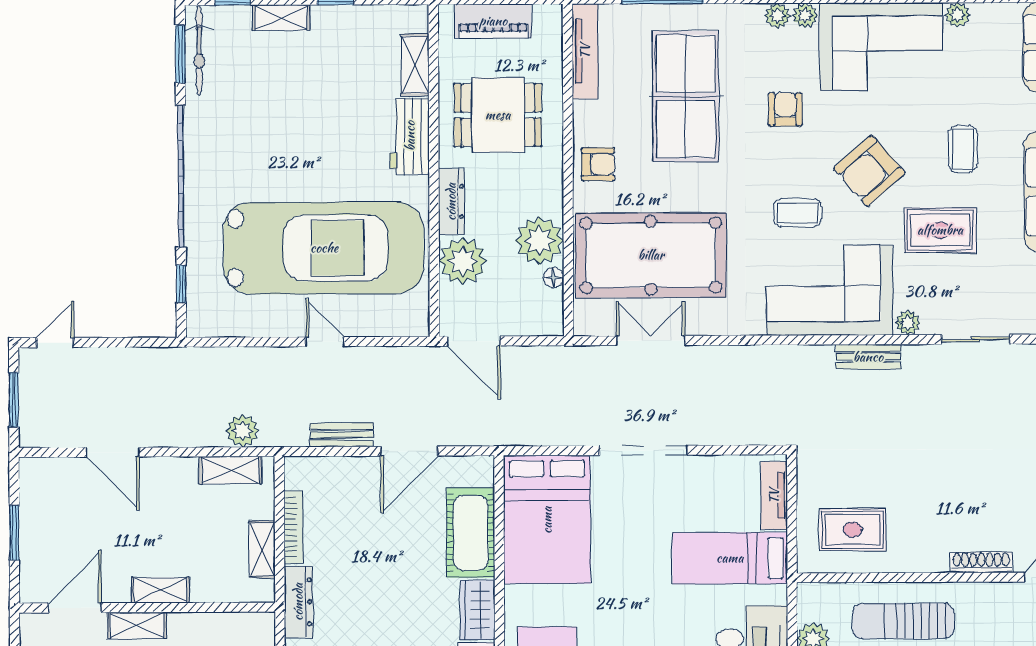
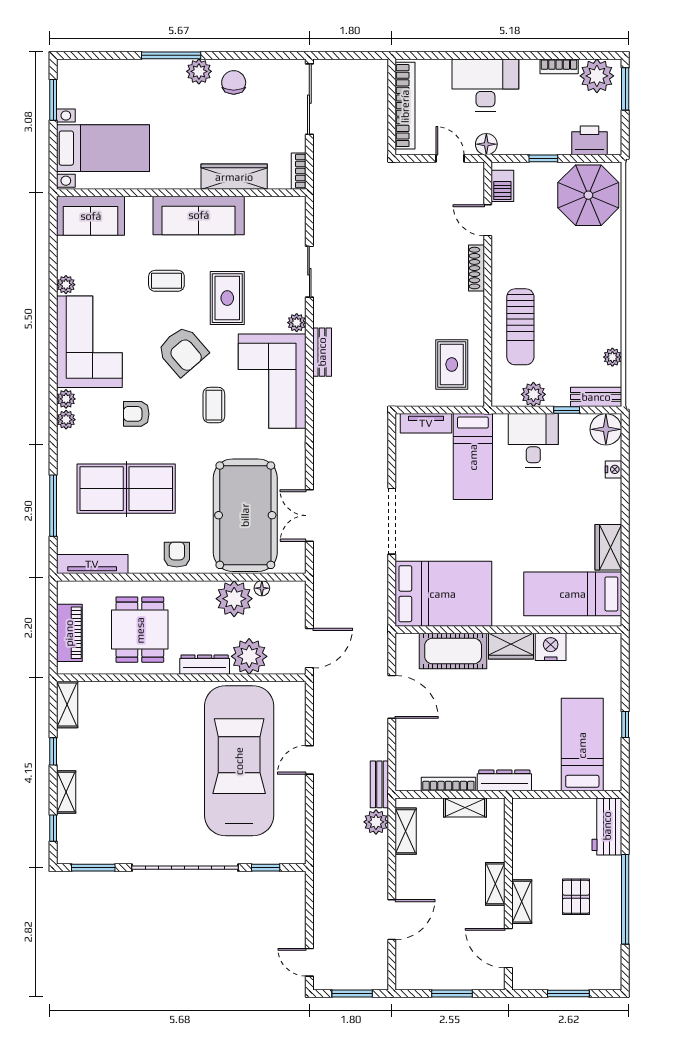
bicycle: (199, 50) -> (90, 853), removed
shelving: (415, 65) -> (67, 705), moved, turned 90
workbench: (410, 136) -> (156, 696), removed
bench: (341, 435) -> (379, 784), moved

